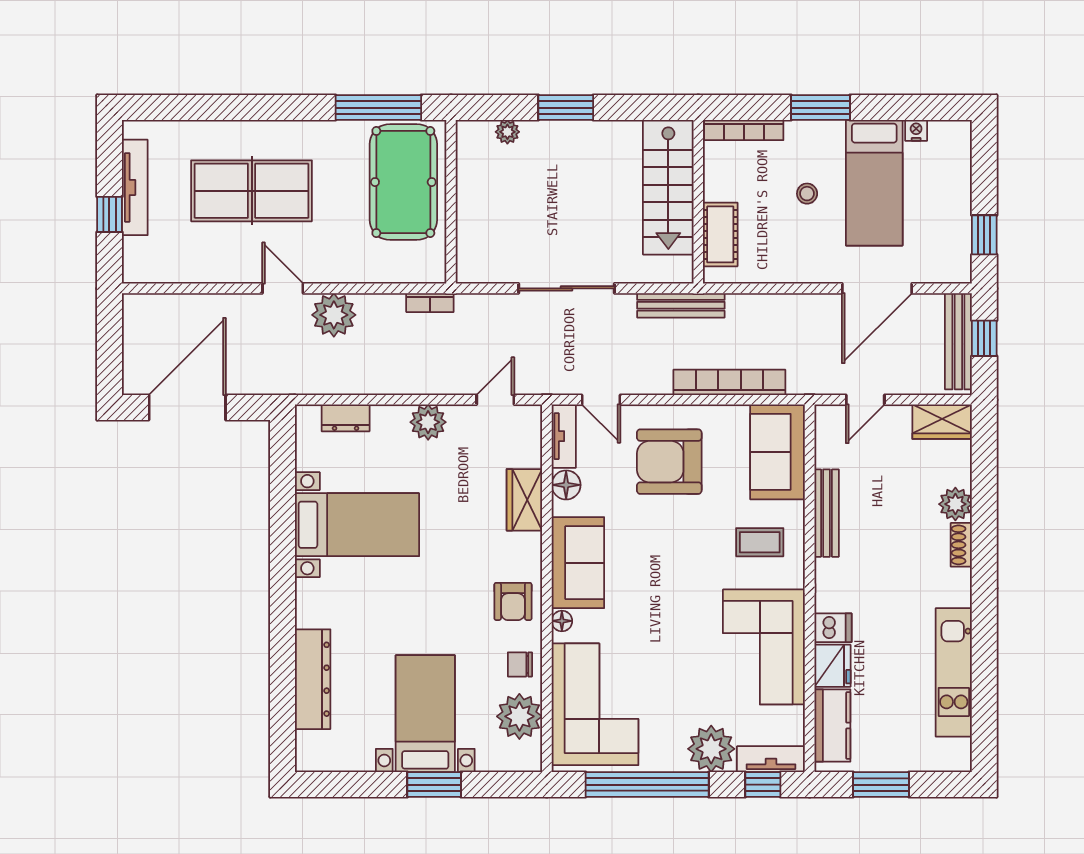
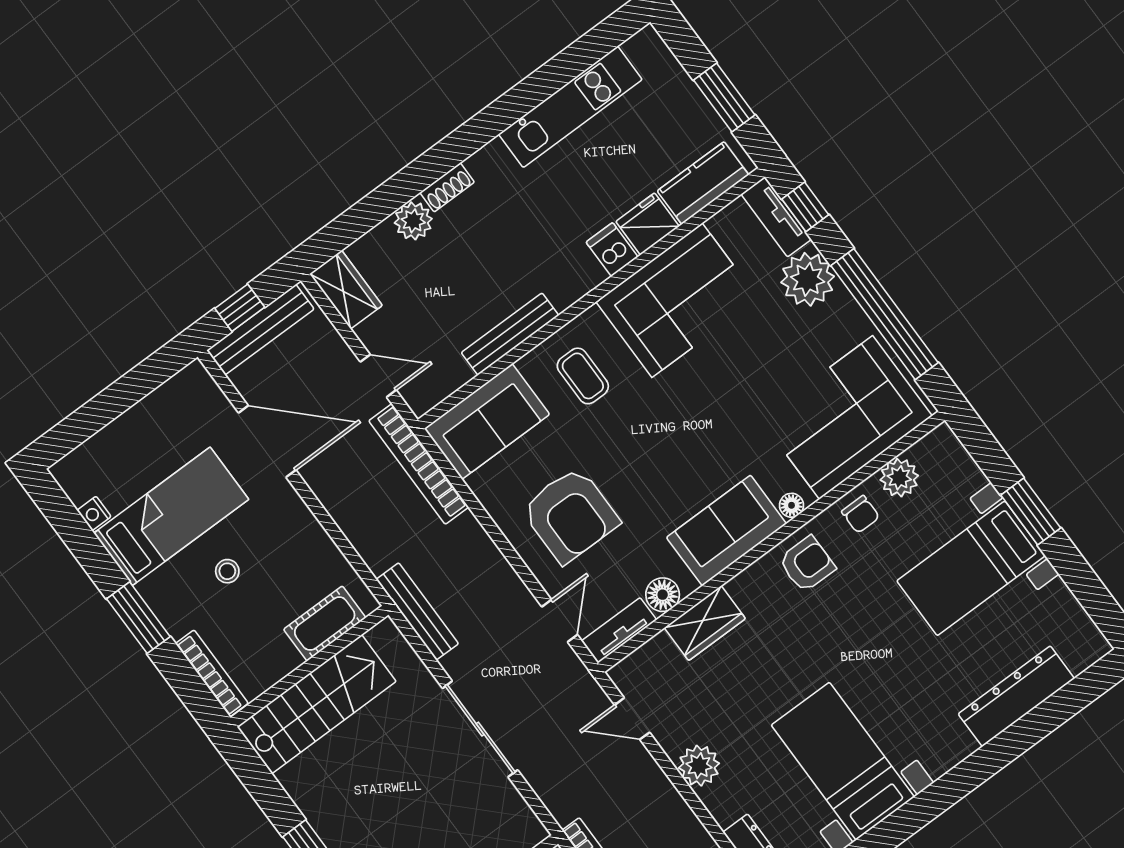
window: (984, 235) -> (144, 379), removed
bookcase: (729, 382) -> (419, 464), moved
plant: (519, 716) -> (899, 478), width x0.73, depth x0.73

